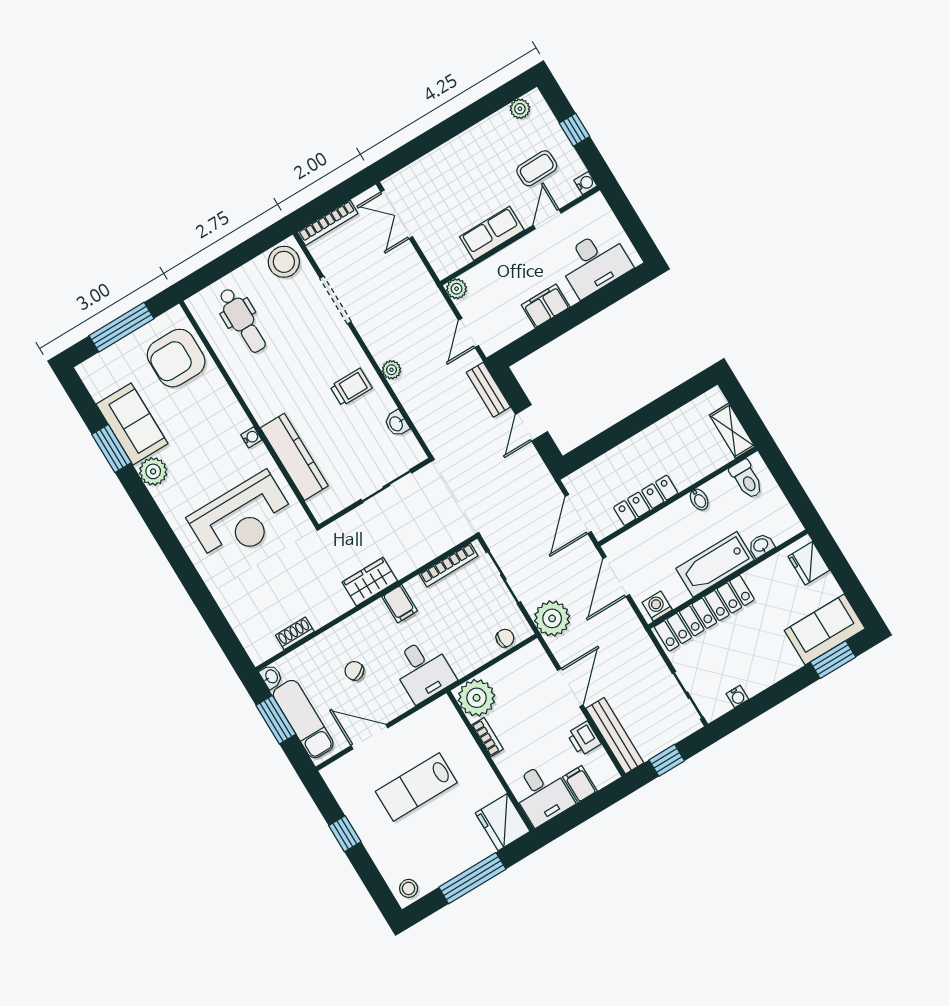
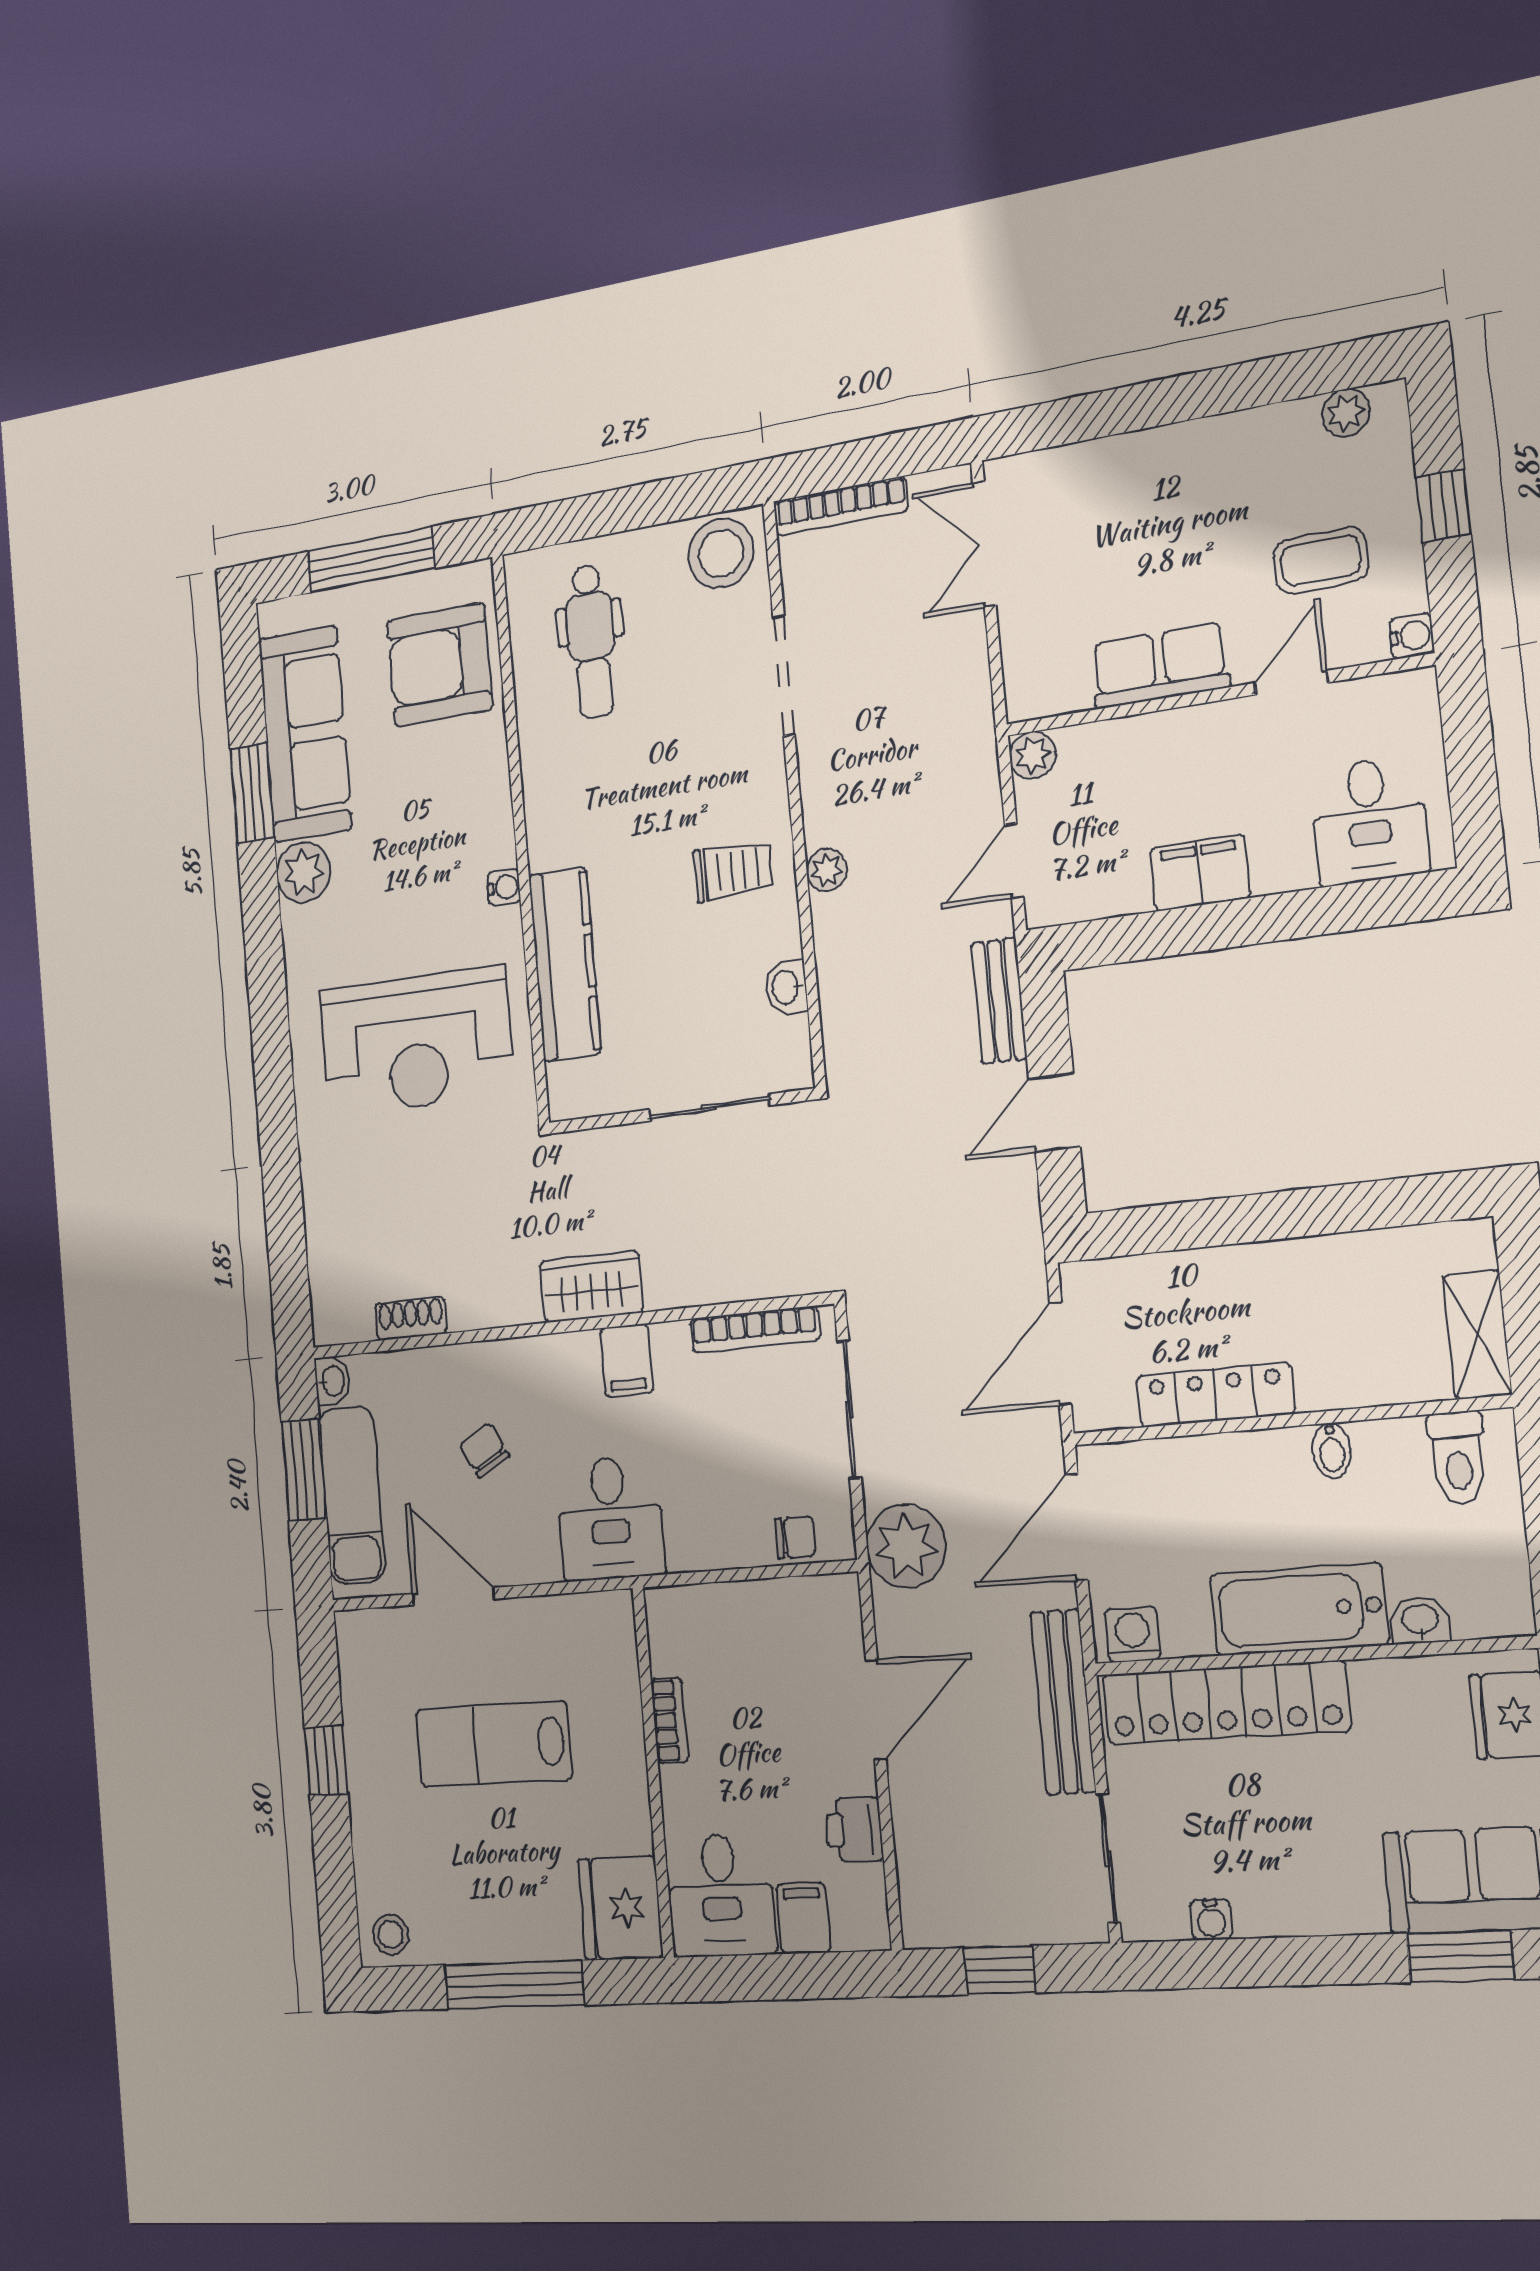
desk: (595, 263) -> (1369, 820), width x0.73
sofa: (132, 424) -> (305, 734), width x1.36
plant: (477, 698) -> (685, 1629), removed
bench: (615, 736) -> (1063, 1702), moved

